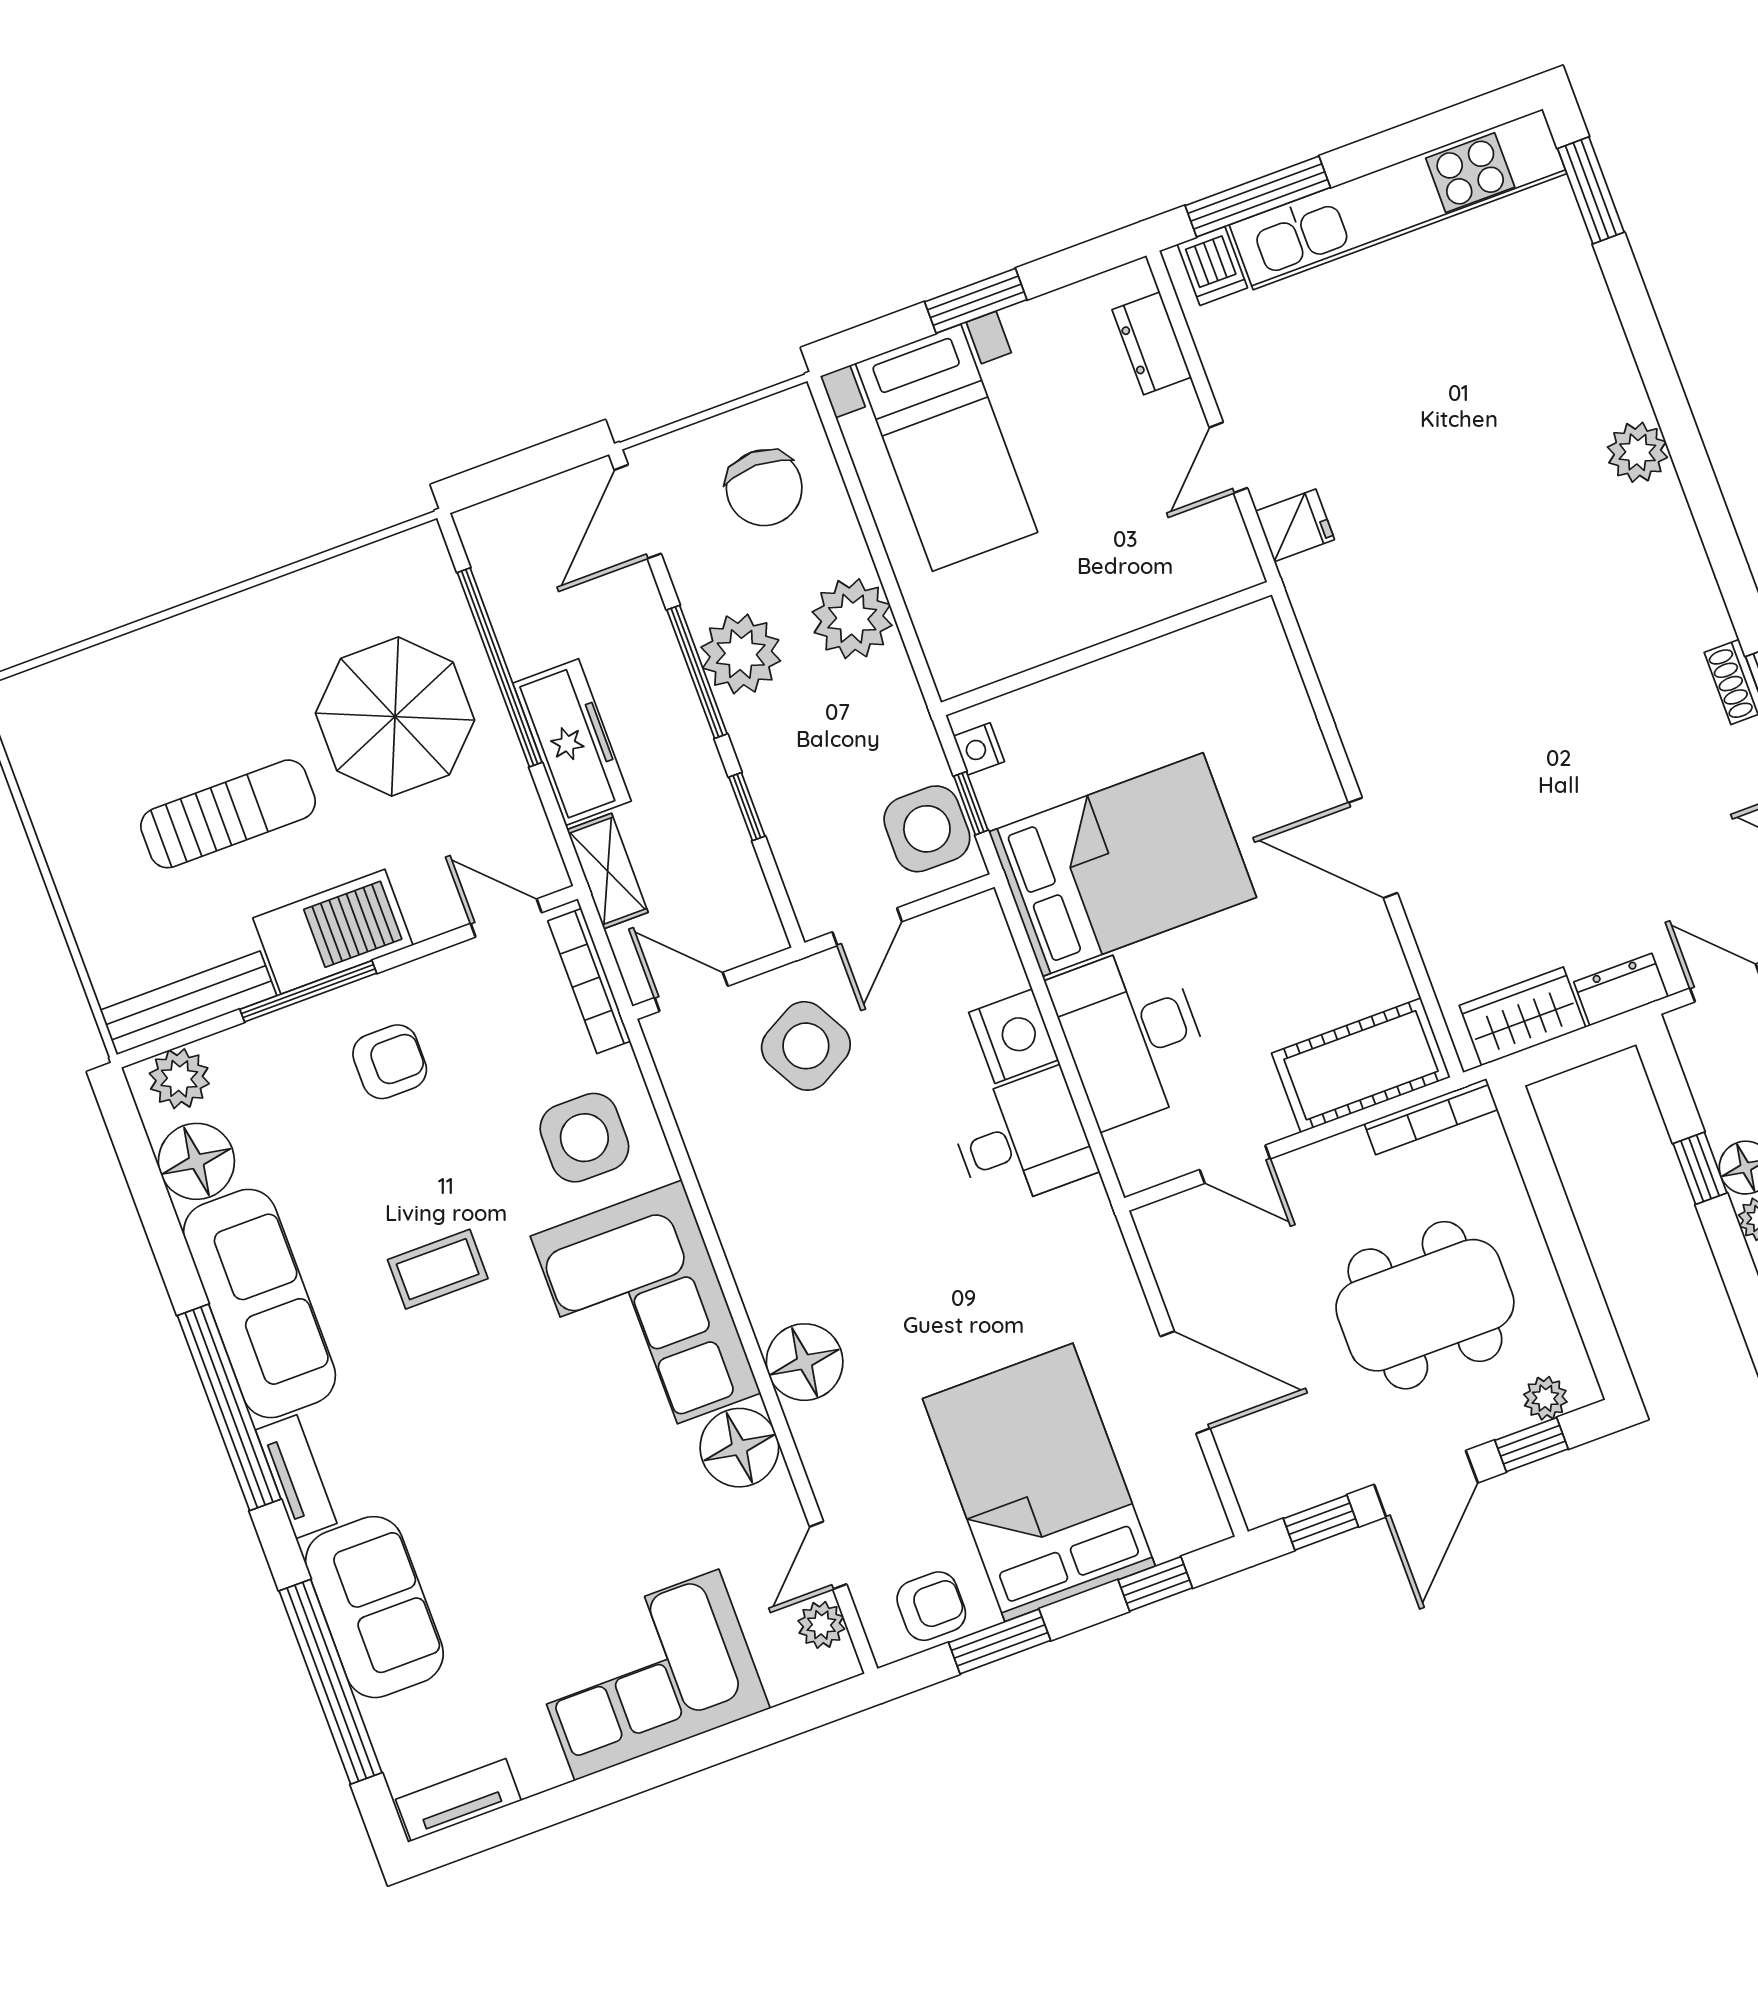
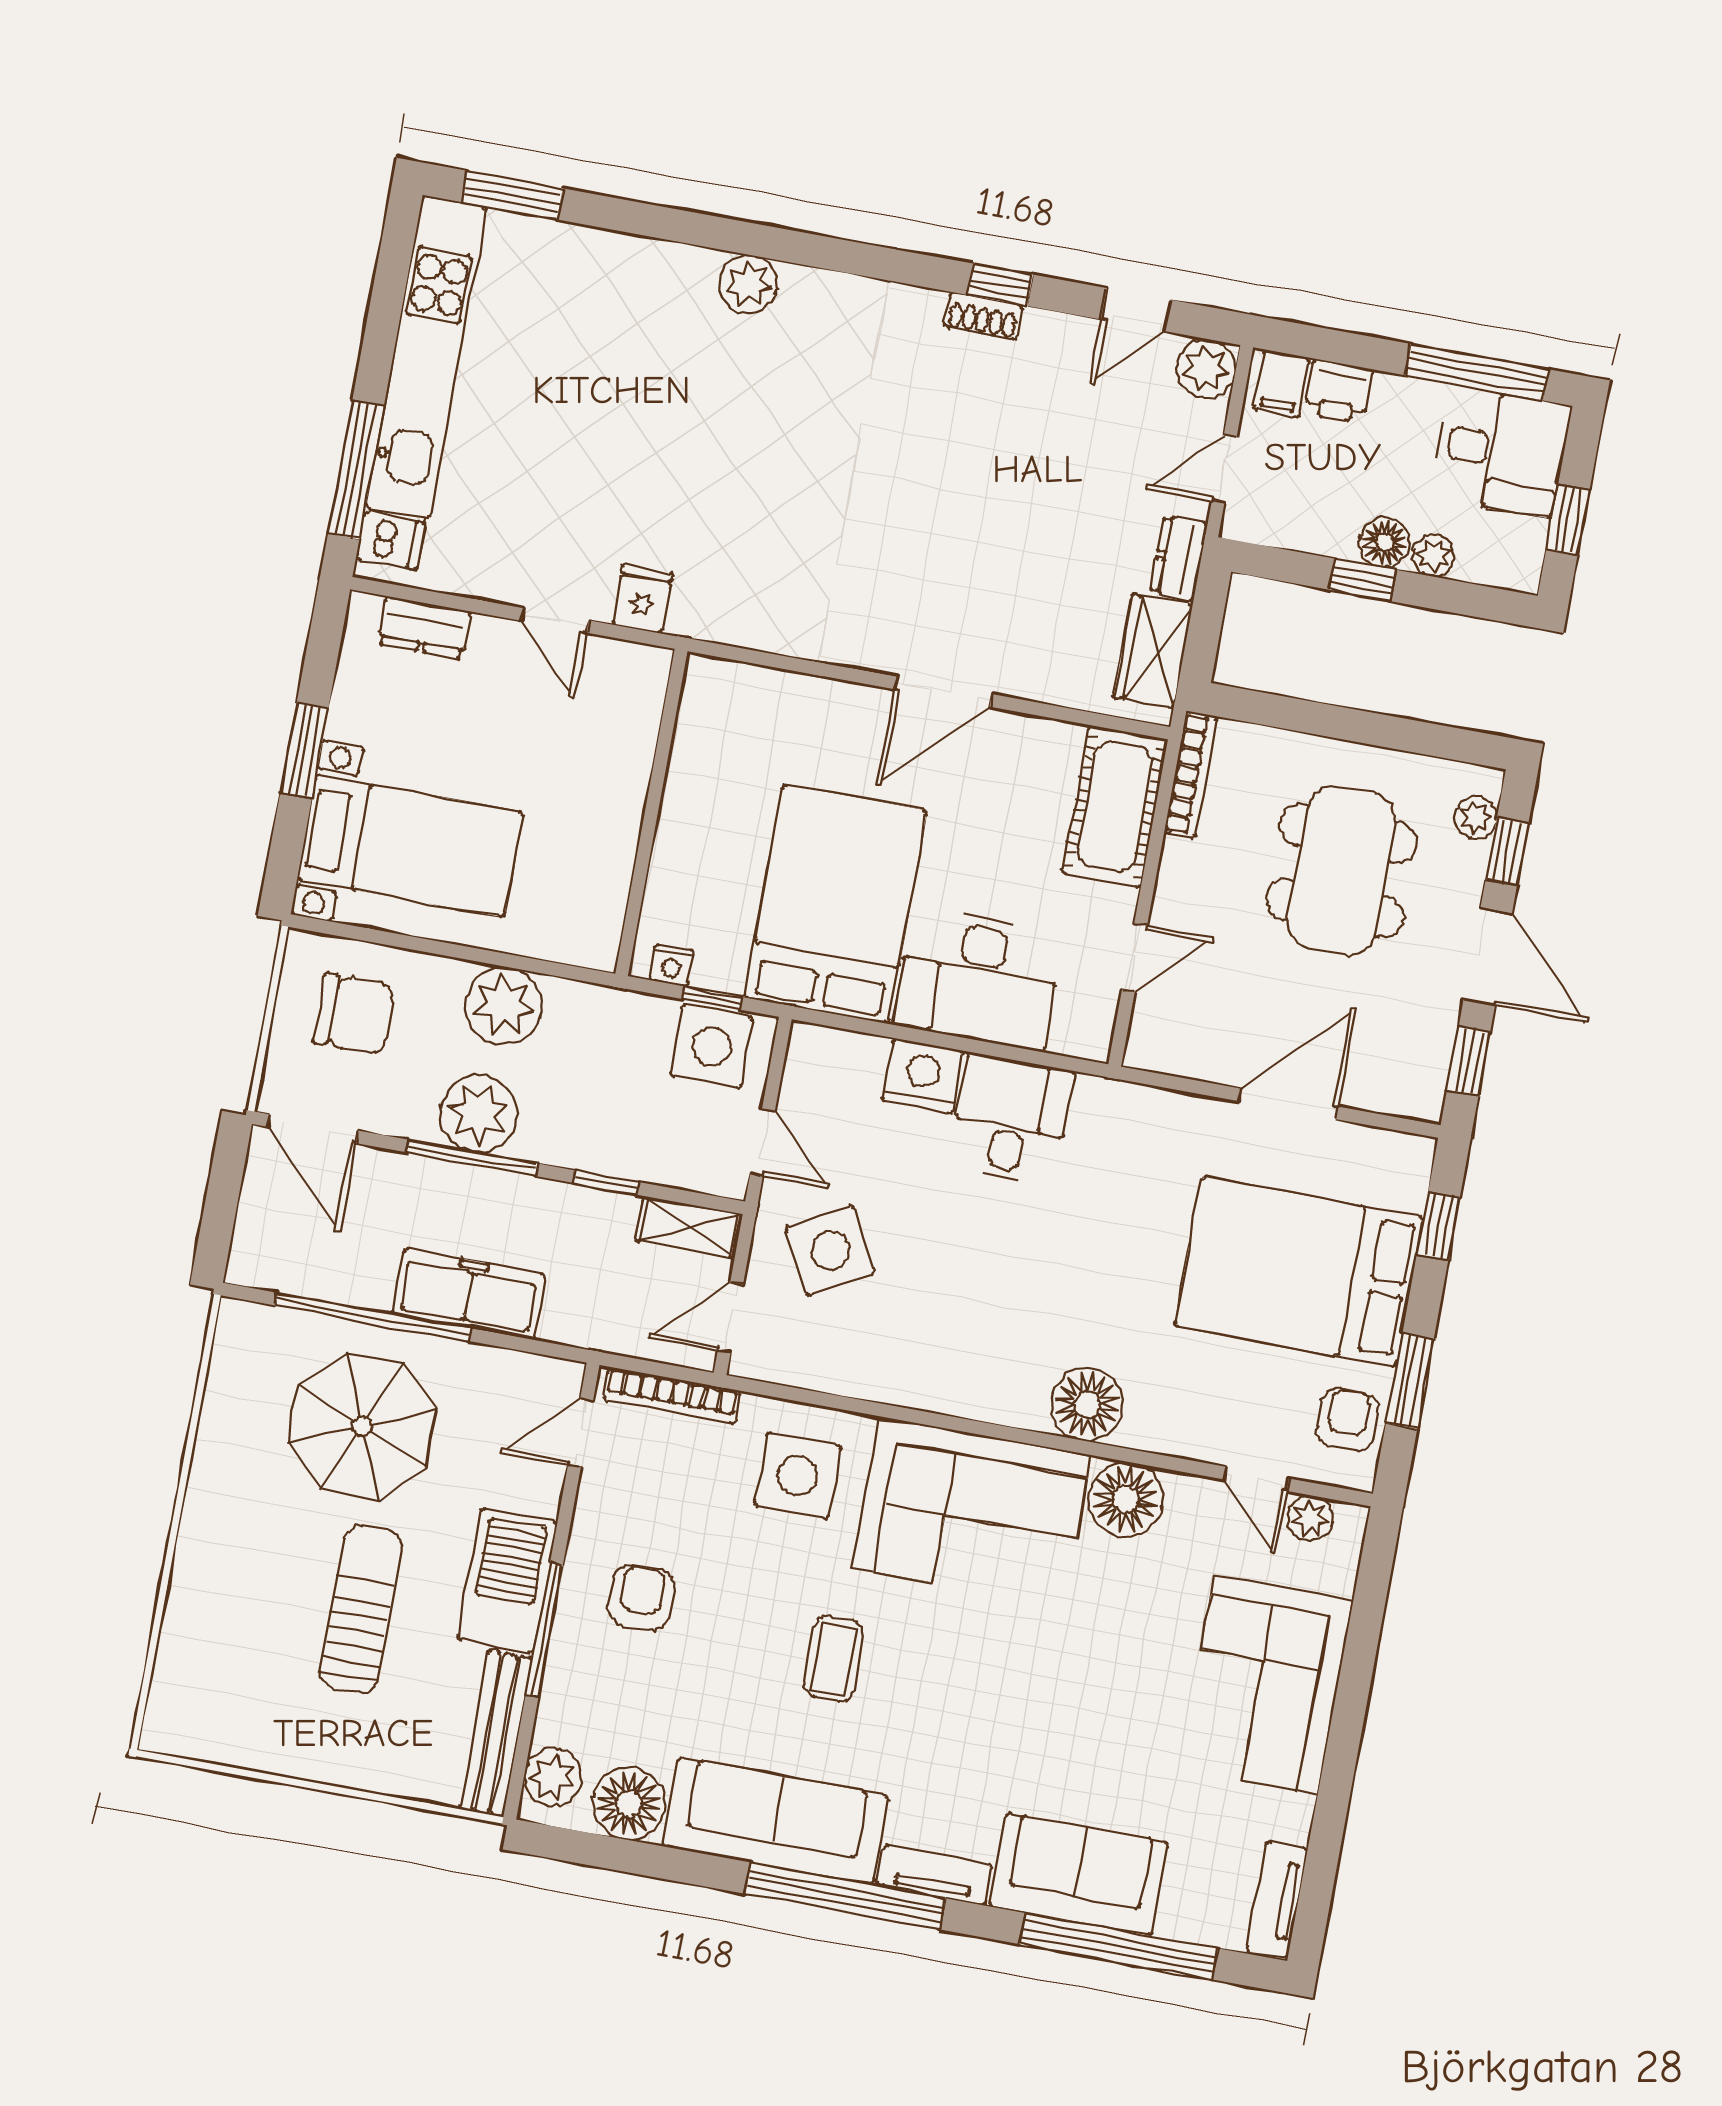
shelving: (608, 871) -> (689, 1227), moved

